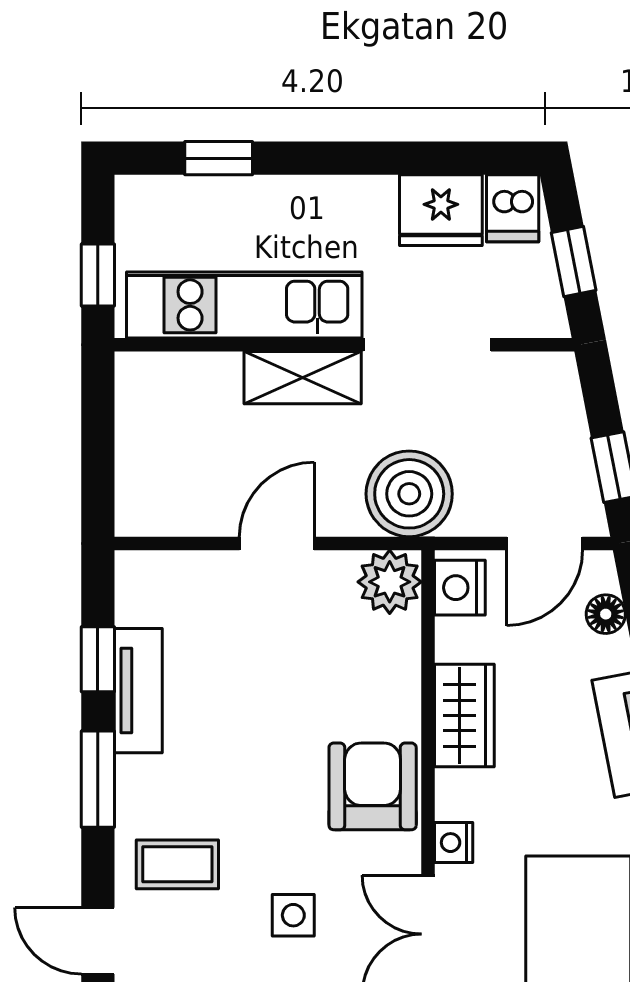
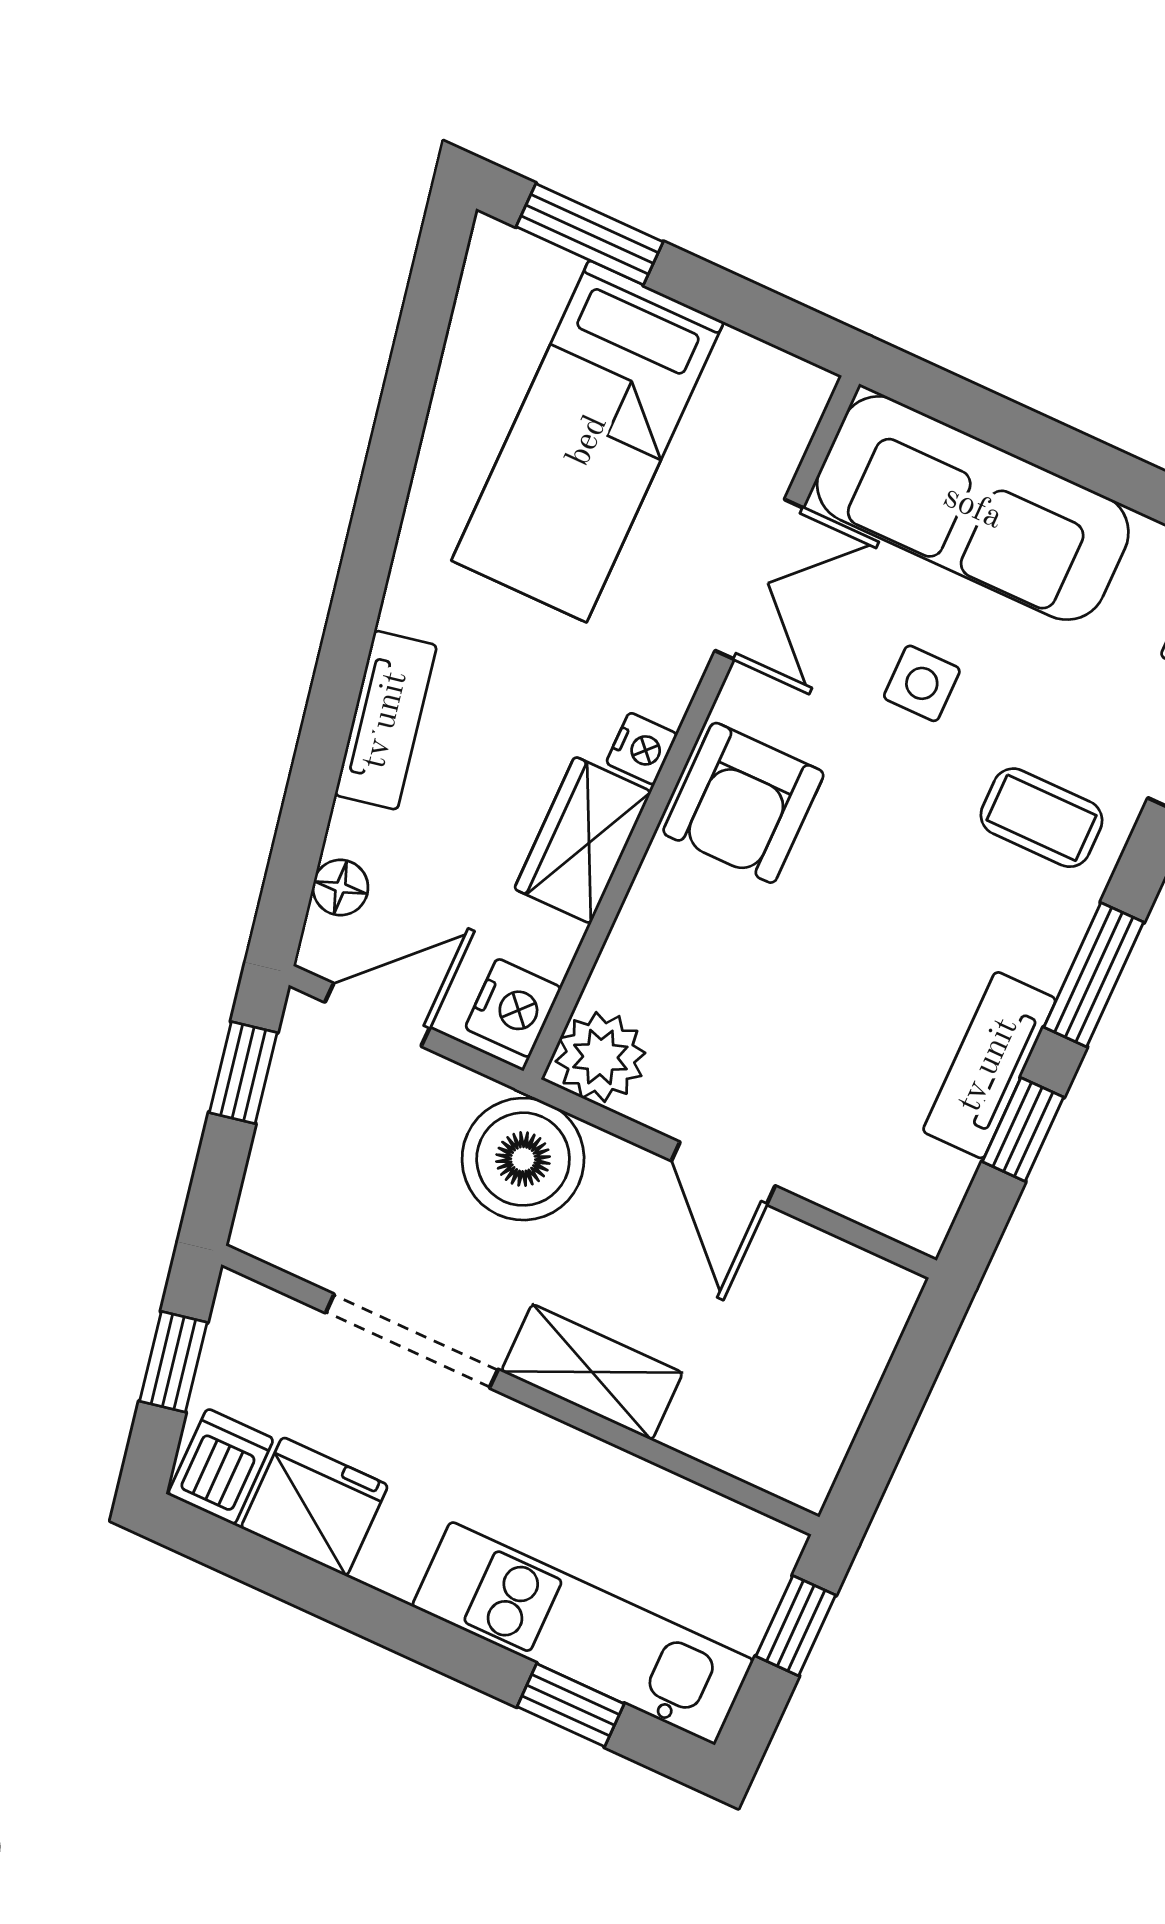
kitchen unit: (244, 305) -> (583, 1633), moved, turned 180
door: (277, 543) -> (723, 1173), hinge flipped
nightstand: (454, 843) -> (642, 749), moved

